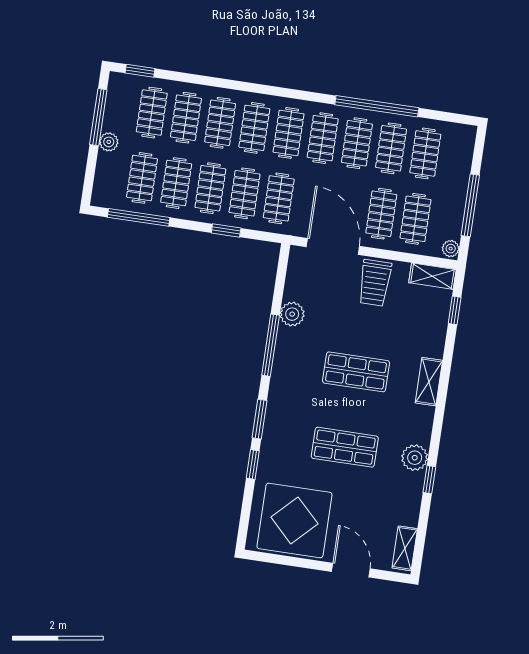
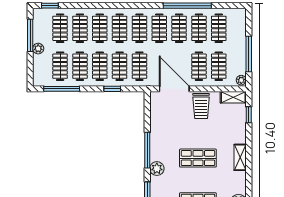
plant: (292, 314) -> (157, 169), moved

